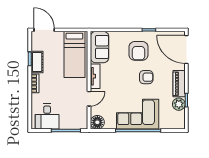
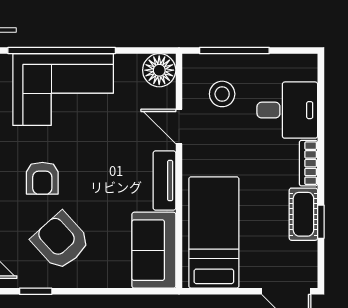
armchair: (138, 51) -> (61, 241), turned -42
armchair: (146, 77) -> (42, 178), turned -90
door: (89, 99) -> (179, 127), hinge flipped
stool: (71, 112) -> (222, 94), added
desk: (47, 117) -> (287, 110), moved, turned 90

